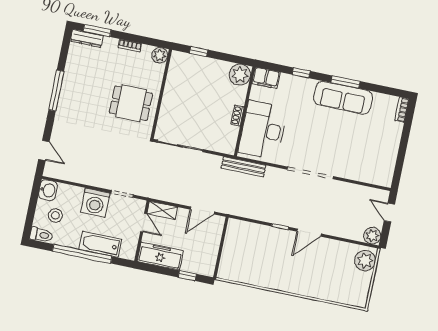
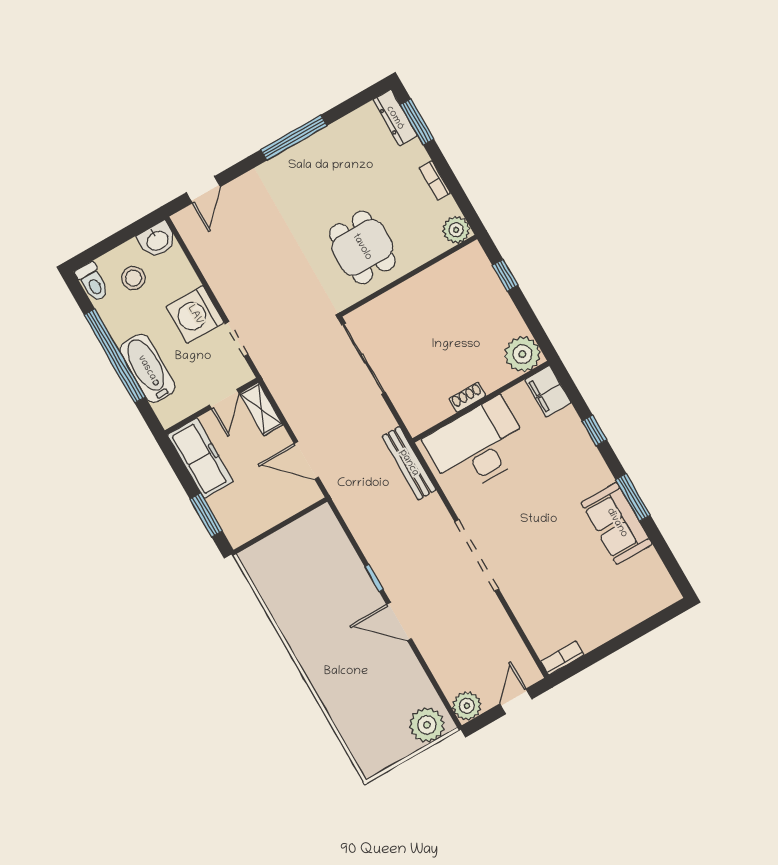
sofa: (343, 98) -> (617, 523), width x0.73
bookcase: (402, 110) -> (562, 658), moved
window: (187, 276) -> (206, 515), width x1.50

